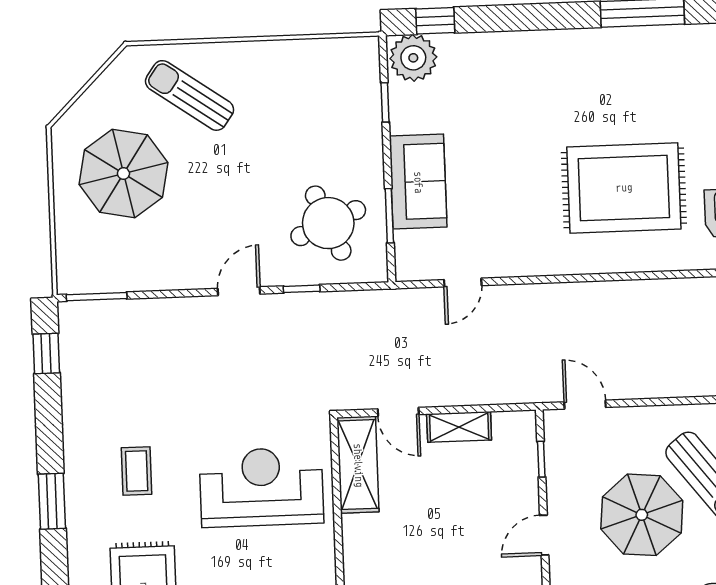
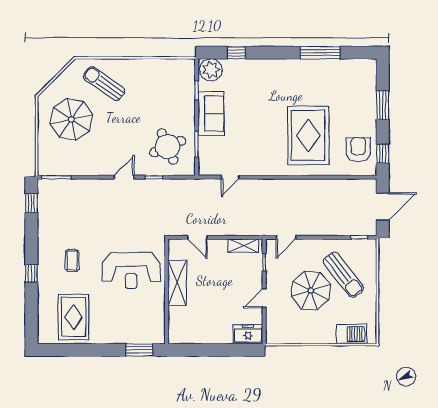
window: (435, 21) -> (236, 53), moved
sofa: (418, 182) -> (211, 114), moved
rug: (624, 188) -> (308, 135), turned 90
door: (585, 405) -> (286, 237), swing flipped
shelving: (459, 427) -> (244, 246), moved
shelving: (358, 465) -> (177, 283), moved
reception desk: (261, 487) -> (131, 270), turned 180
window: (52, 501) -> (31, 273), width x0.67

